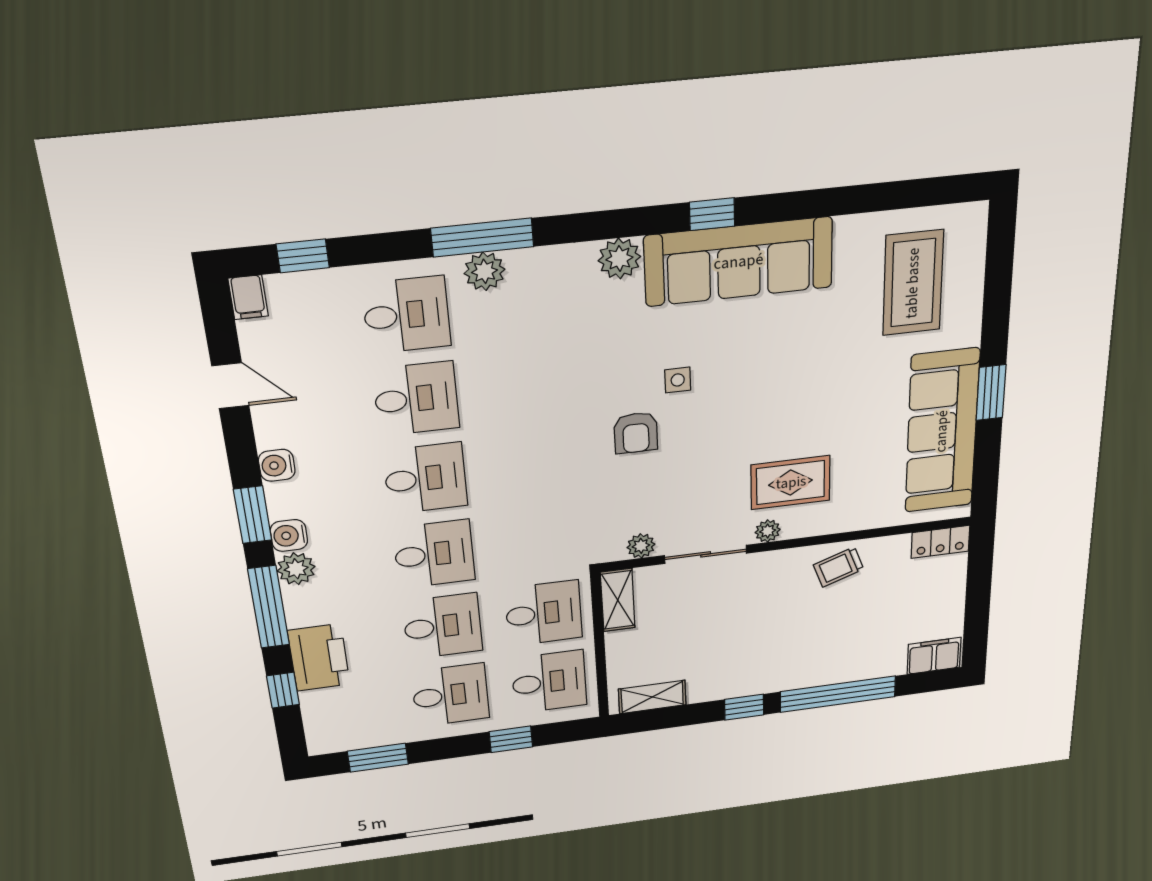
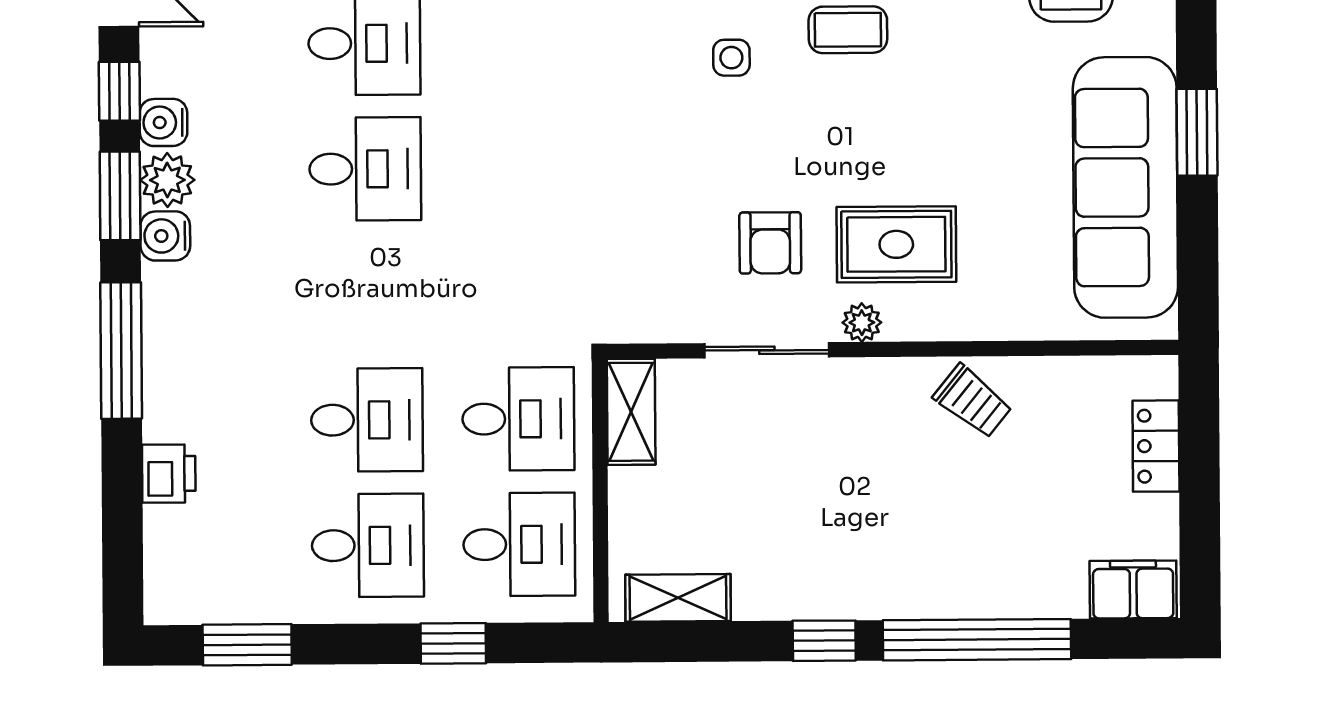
coffee table: (758, 353) -> (848, 30), added
armchair: (636, 433) -> (770, 243), moved
locker: (940, 542) -> (1156, 446), moved, turned 90
plant: (641, 546) -> (670, 322), removed
desk: (434, 554) -> (366, 294), removed
trolley: (839, 567) -> (973, 401), turned -121
plant: (296, 569) -> (167, 180), moved
printer: (319, 658) -> (169, 474), width x0.53, depth x0.68
window: (283, 690) -> (119, 91), moved

